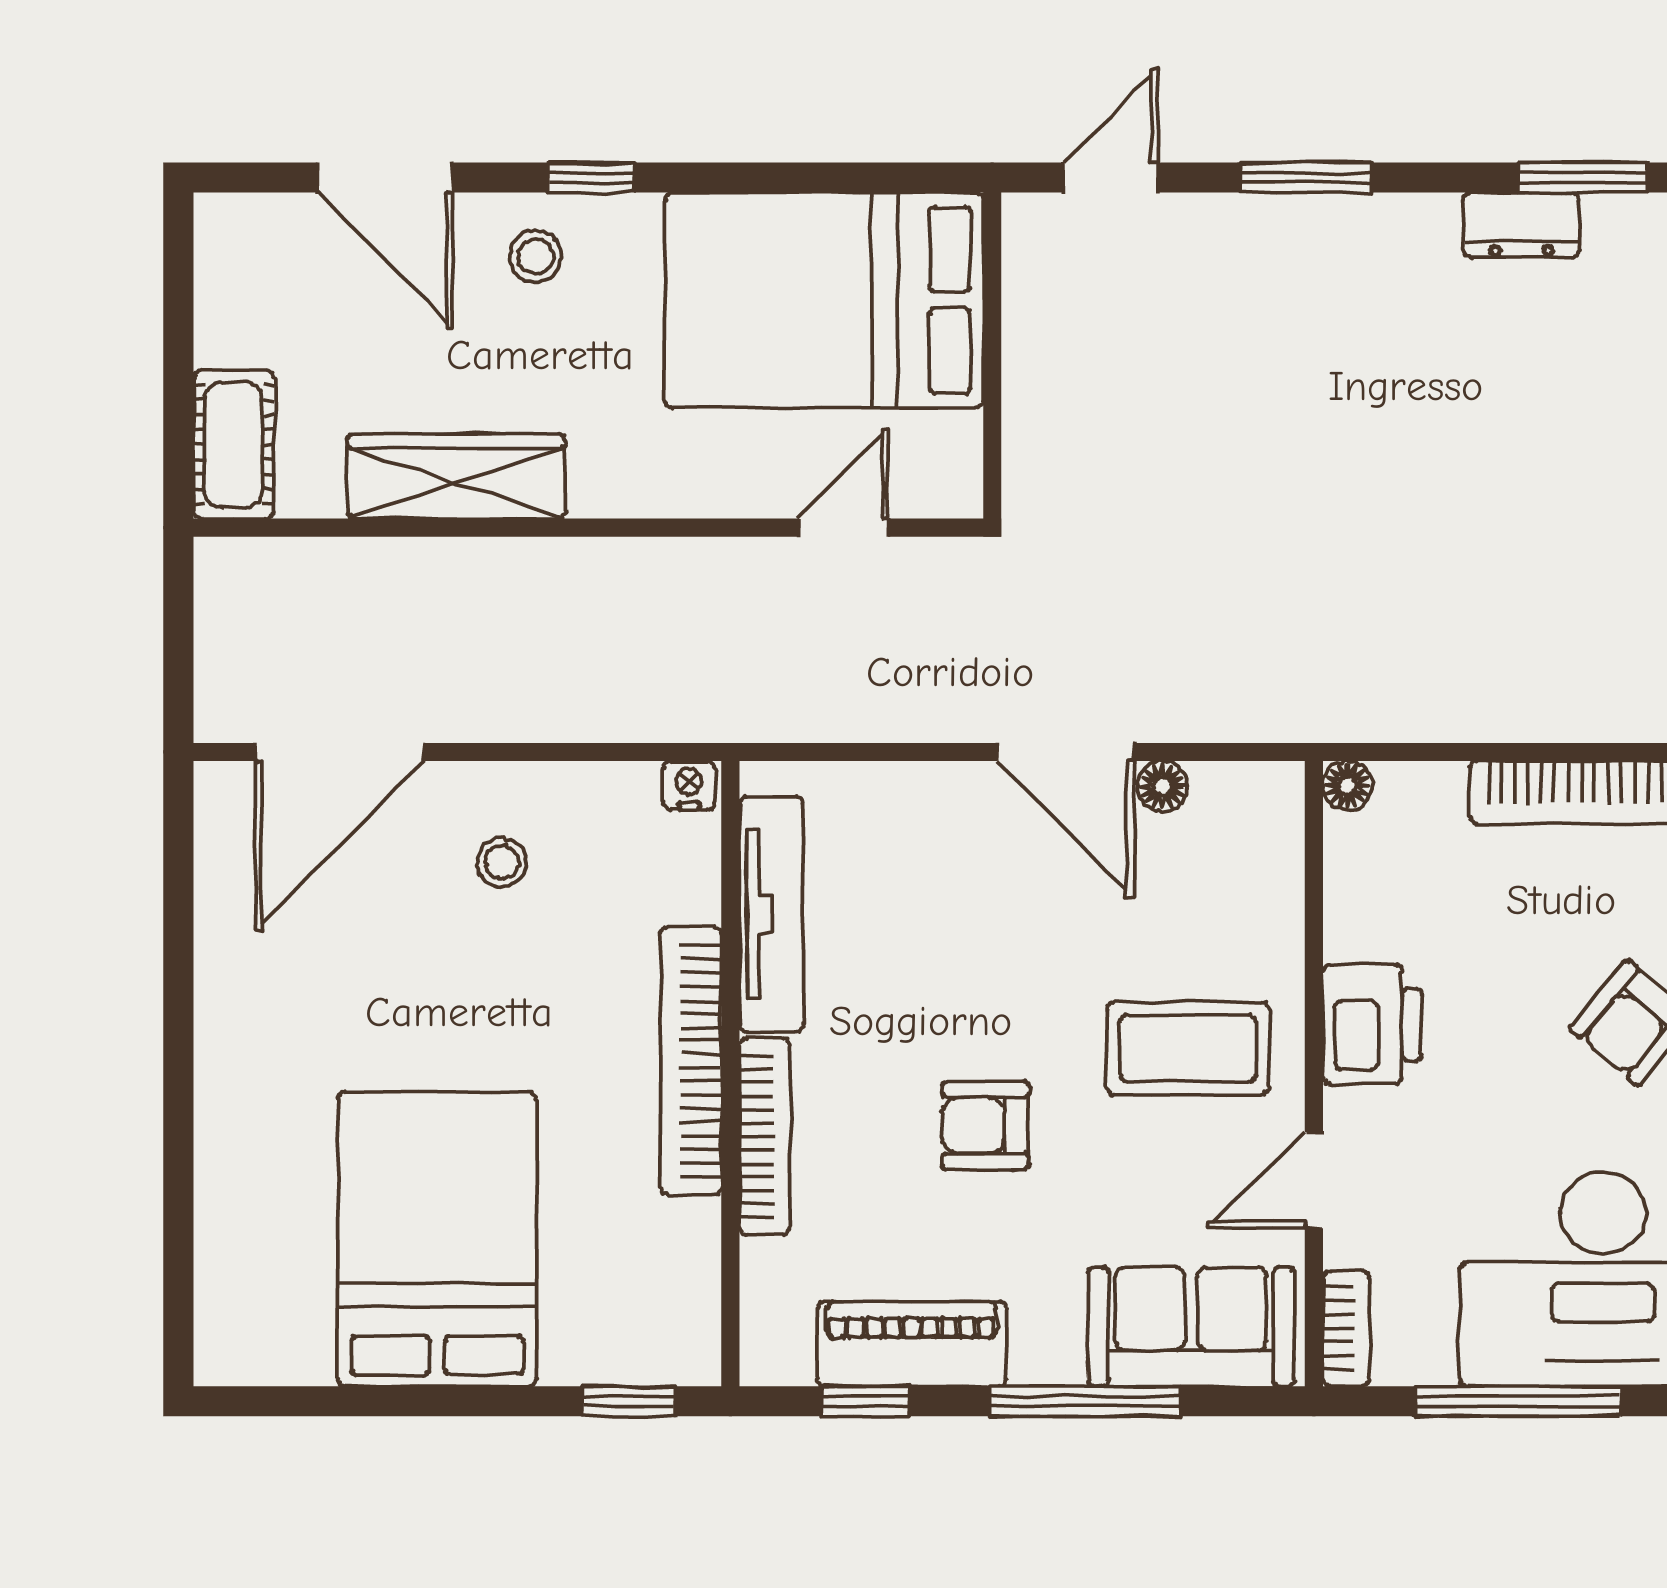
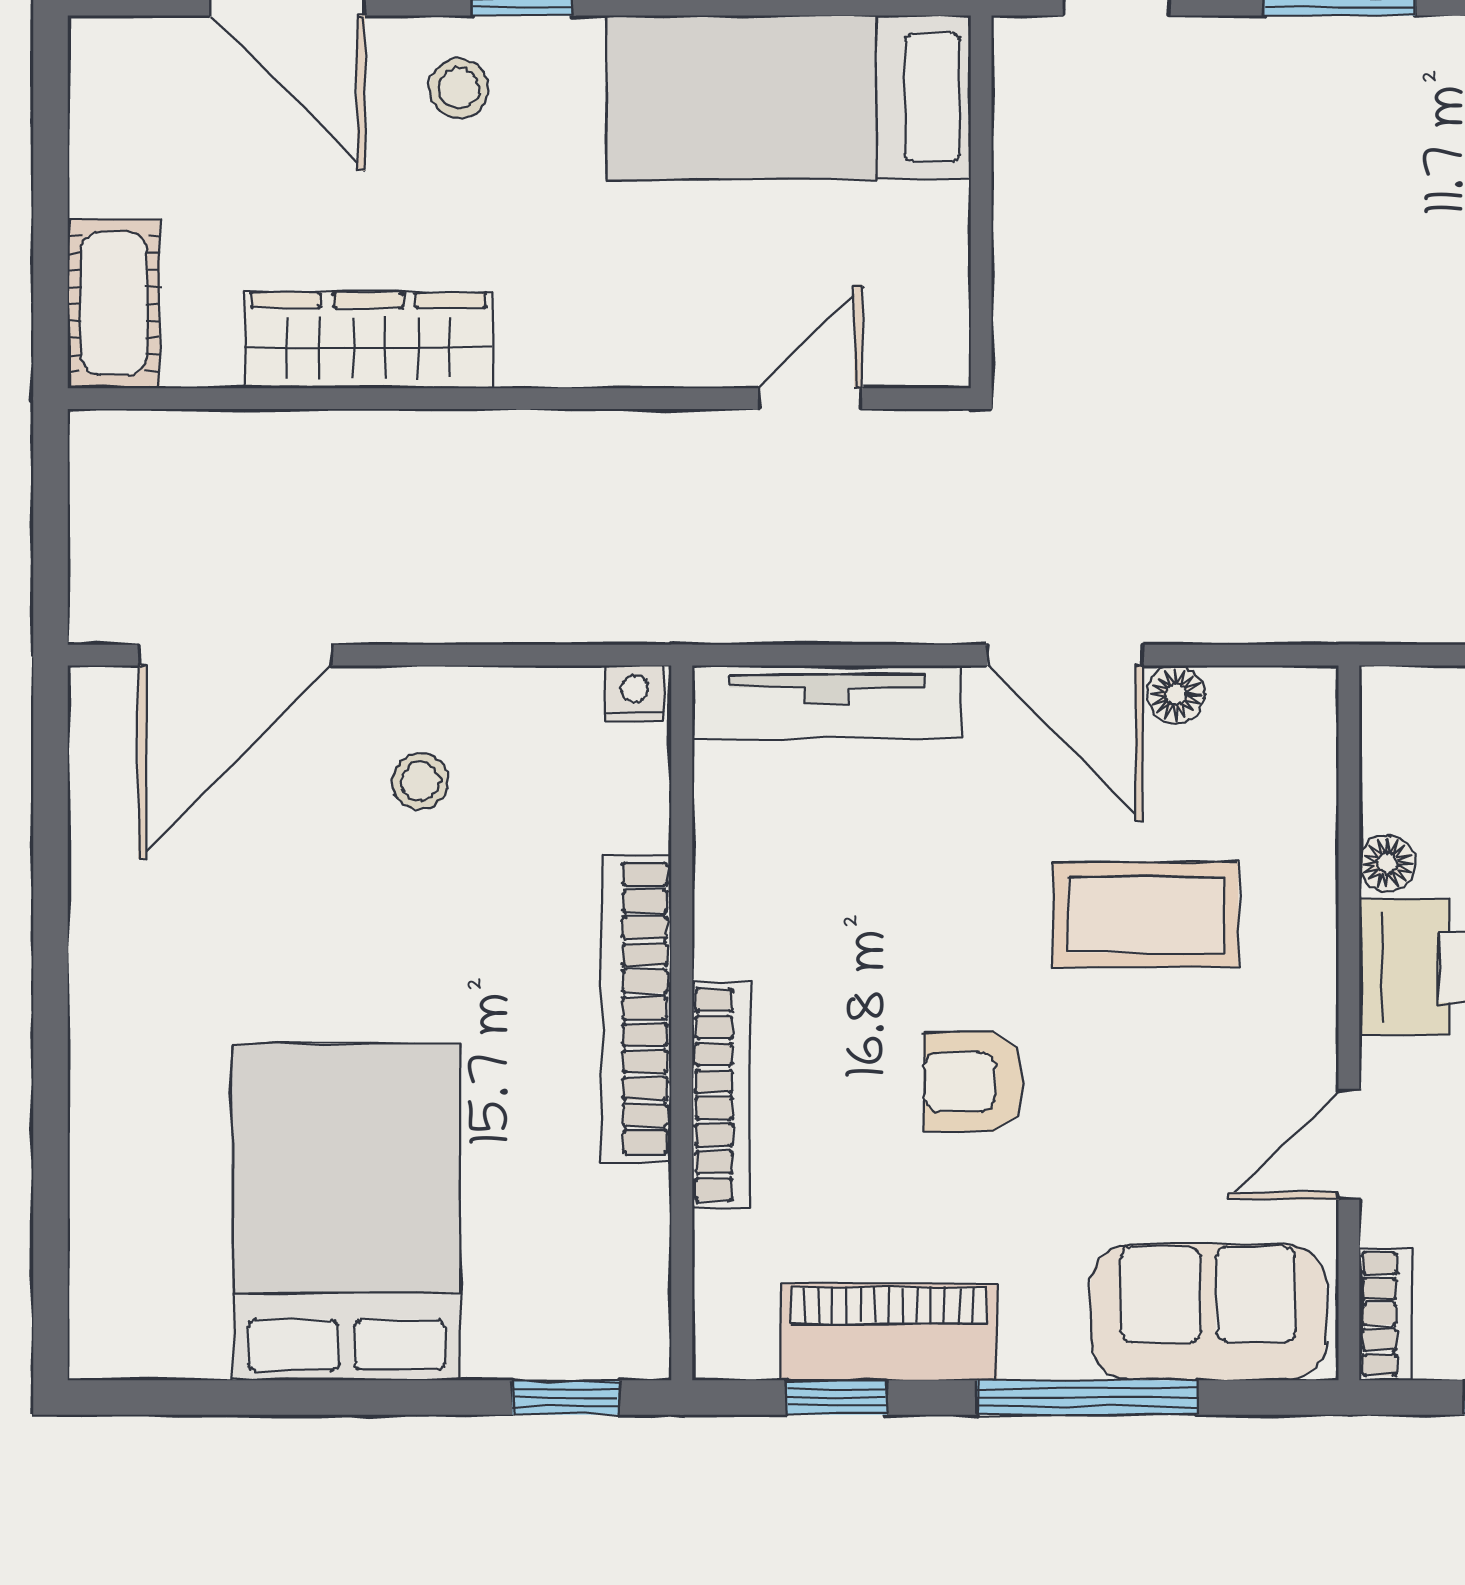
bed: (824, 300) -> (789, 97), width x0.67
floor lamp: (1348, 786) -> (1387, 863), moved
tv unit: (771, 914) -> (827, 702), moved, turned 90
coffee table: (1188, 1048) -> (1146, 915), moved

